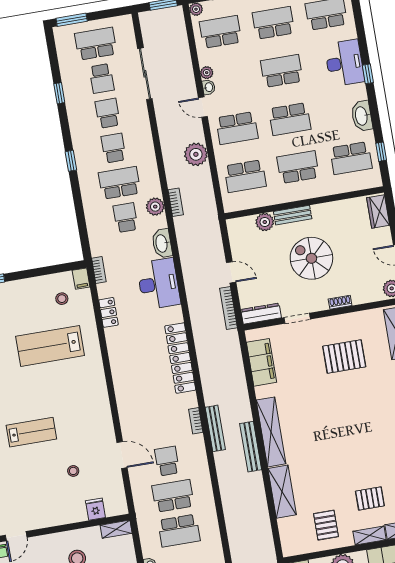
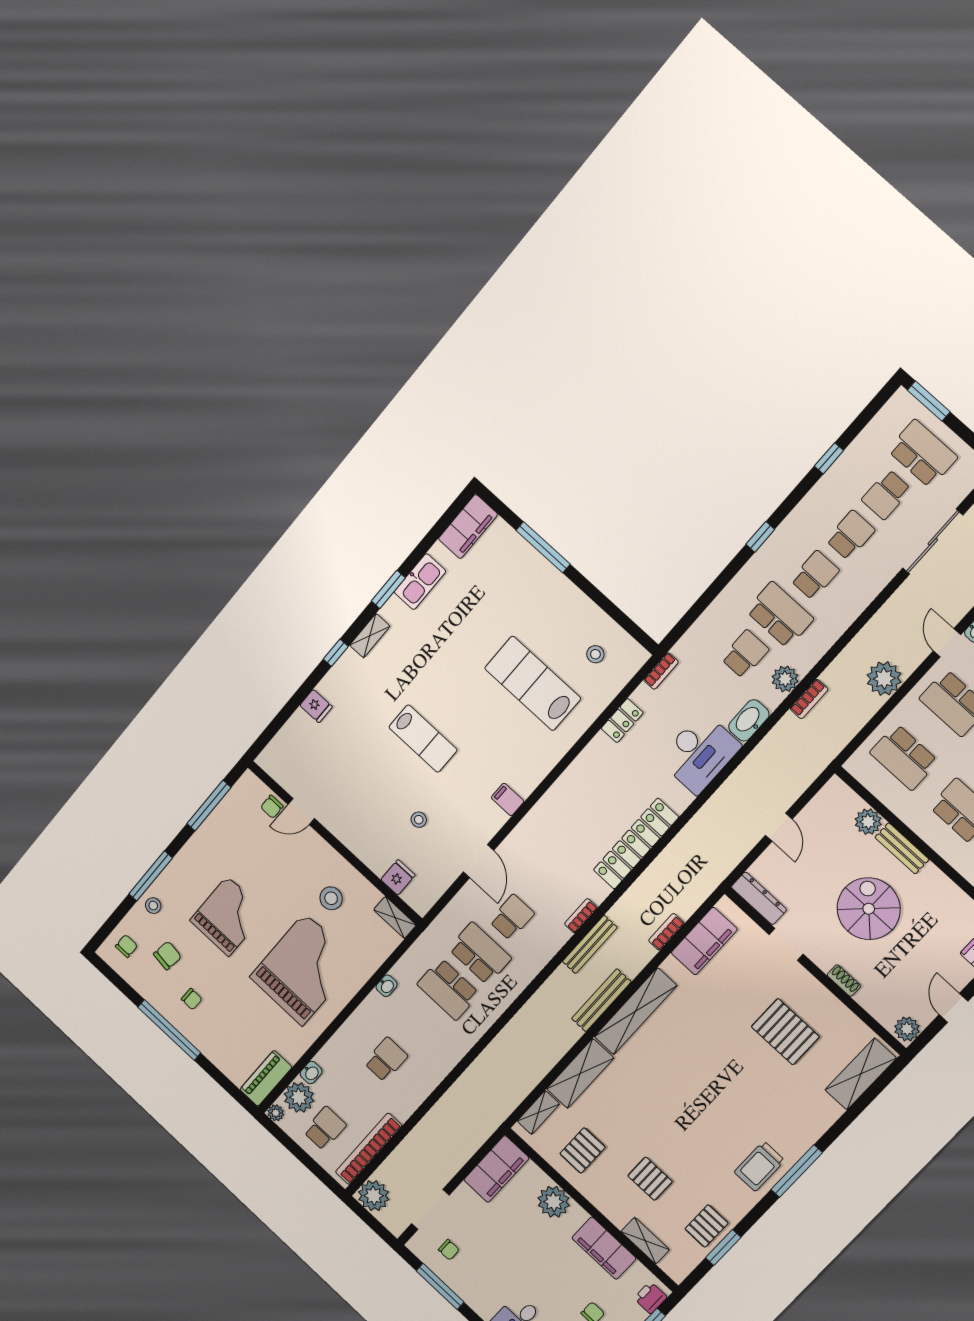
filing cabinet: (81, 279) -> (508, 799), moved, turned 90
bookcase: (228, 308) -> (666, 932), moved, width x0.64
shelving: (370, 536) -> (538, 1113), moved, turned 90

